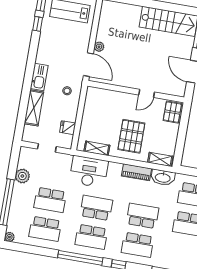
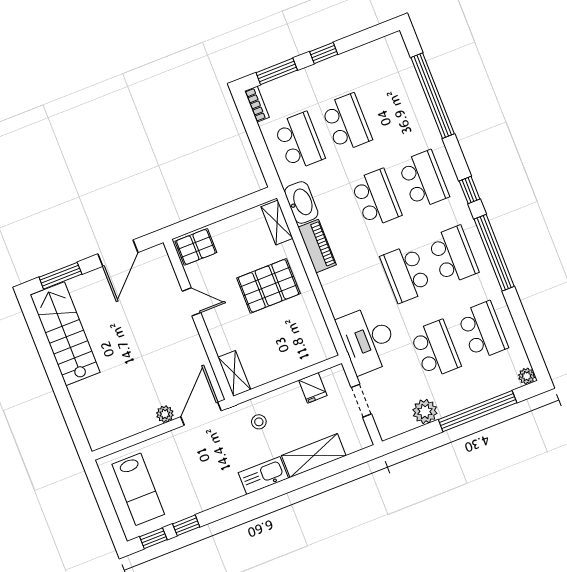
shelving: (97, 148) -> (234, 373), moved
desk: (89, 172) -> (368, 340), moved
school desk: (143, 216) -> (376, 198), turned 180

